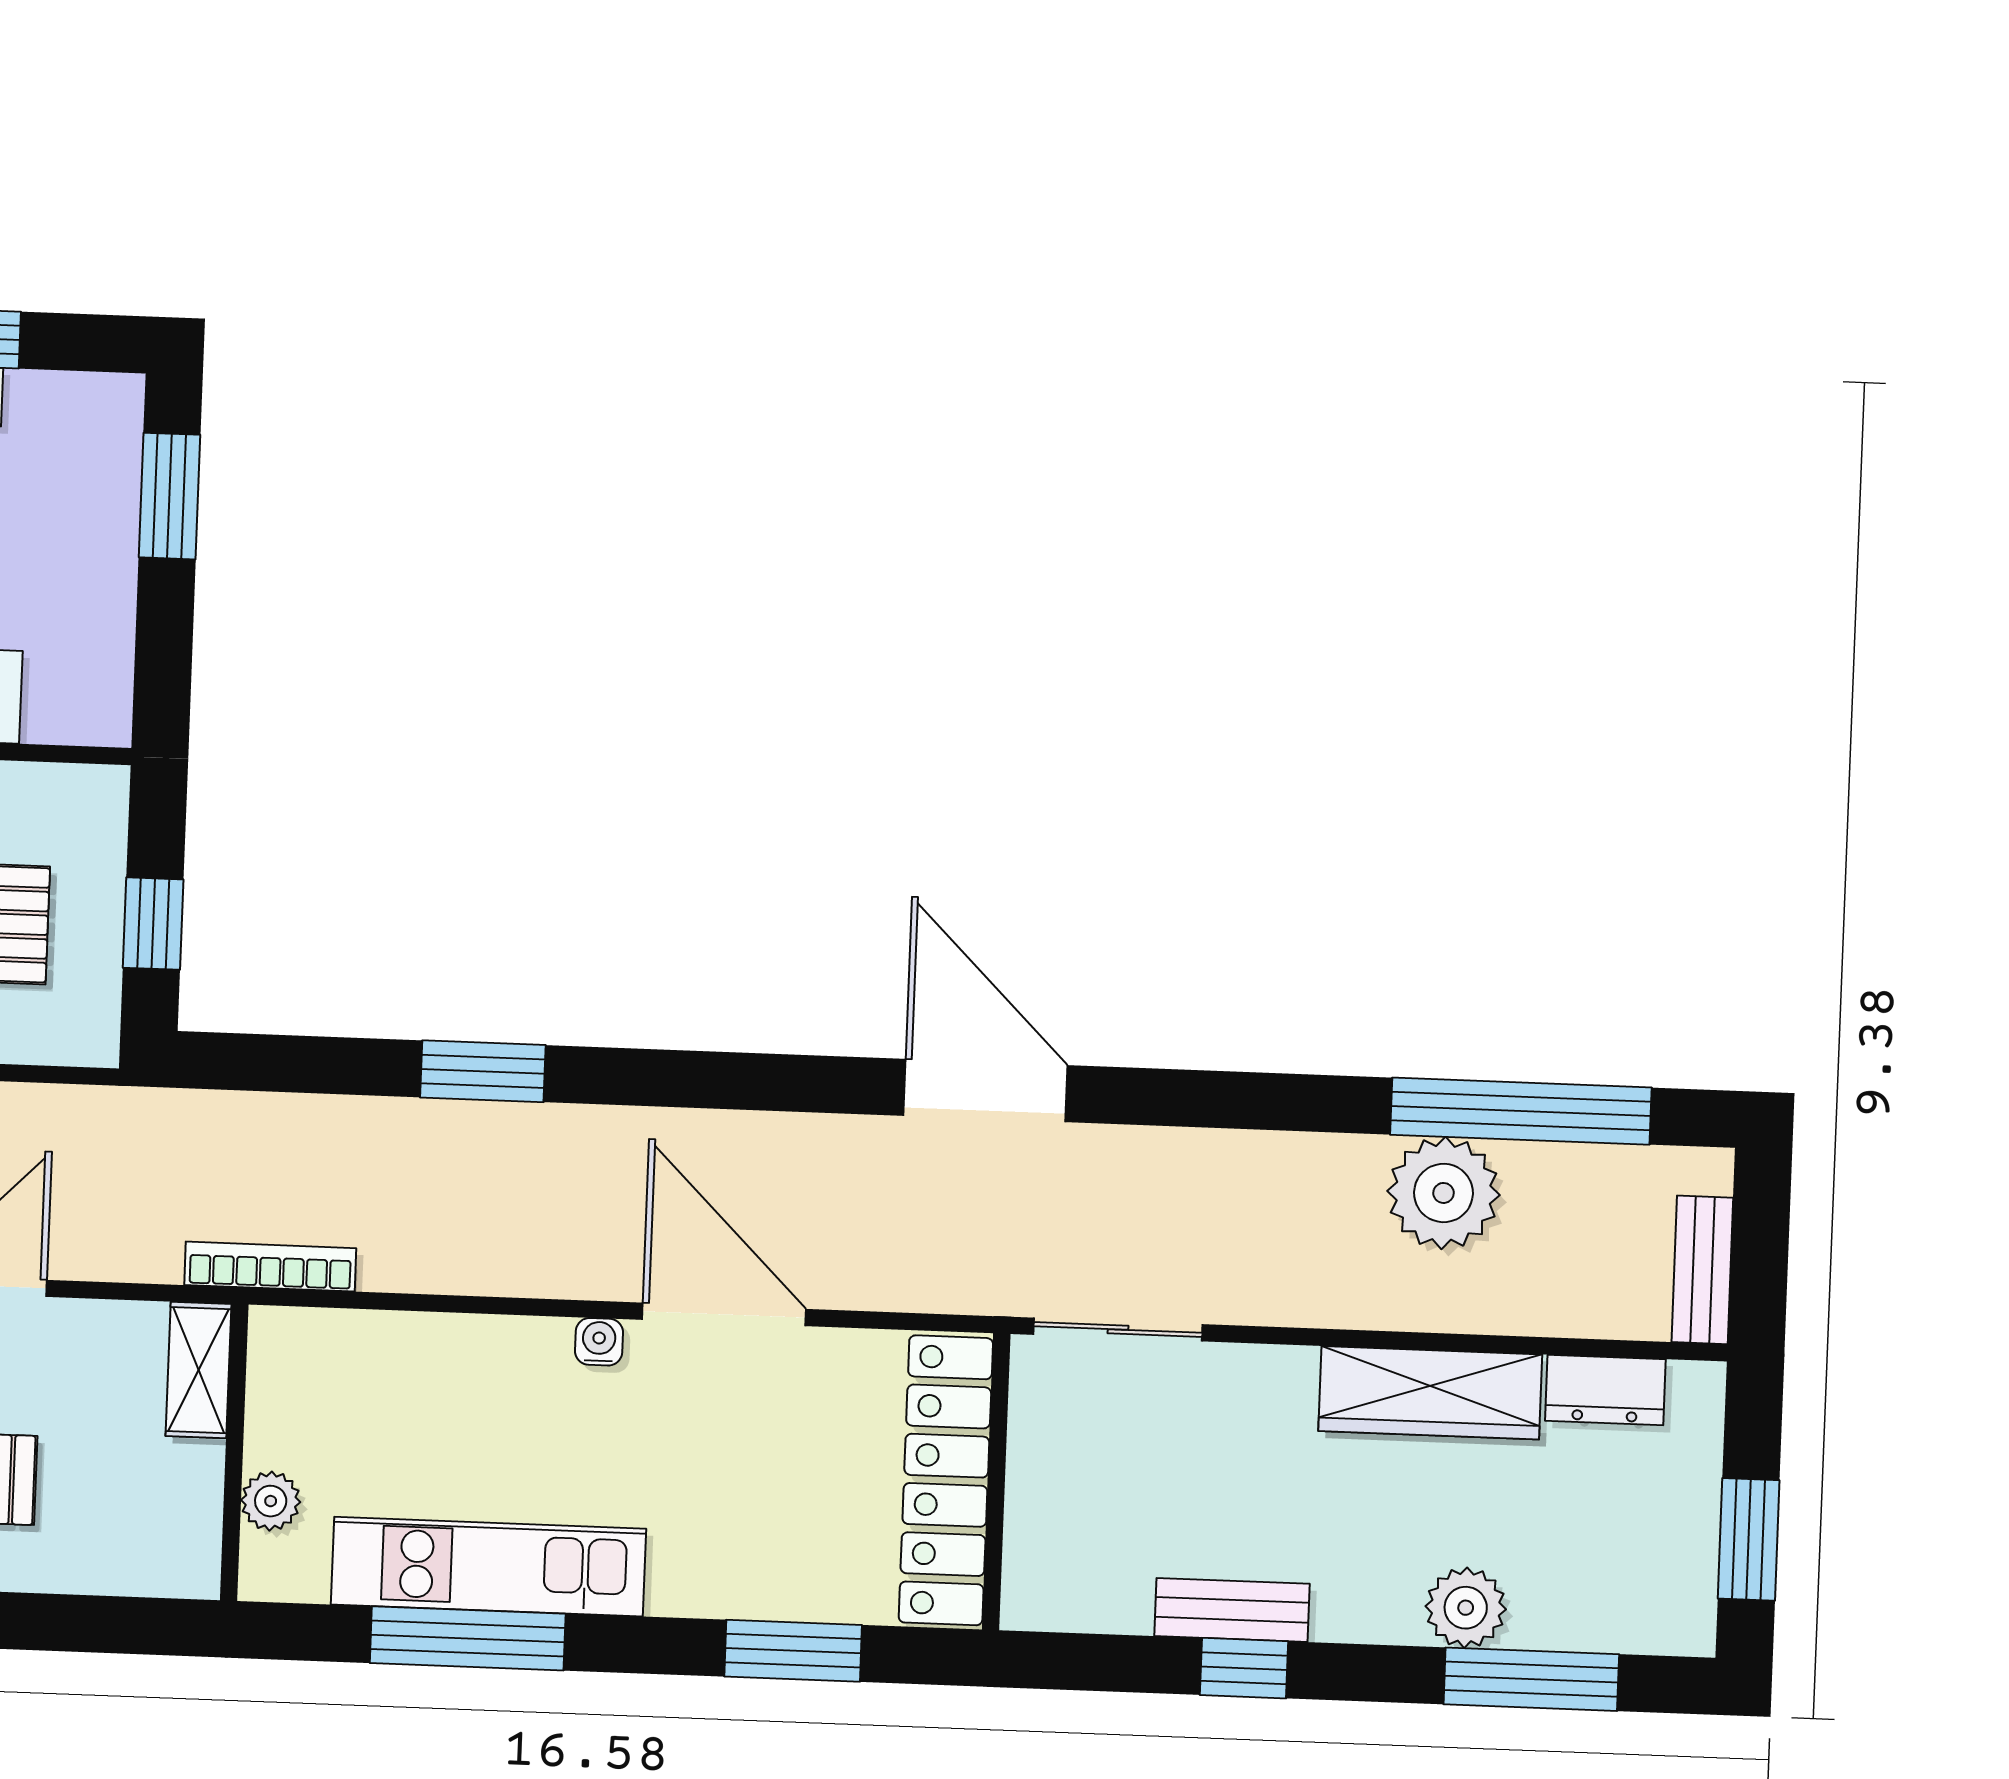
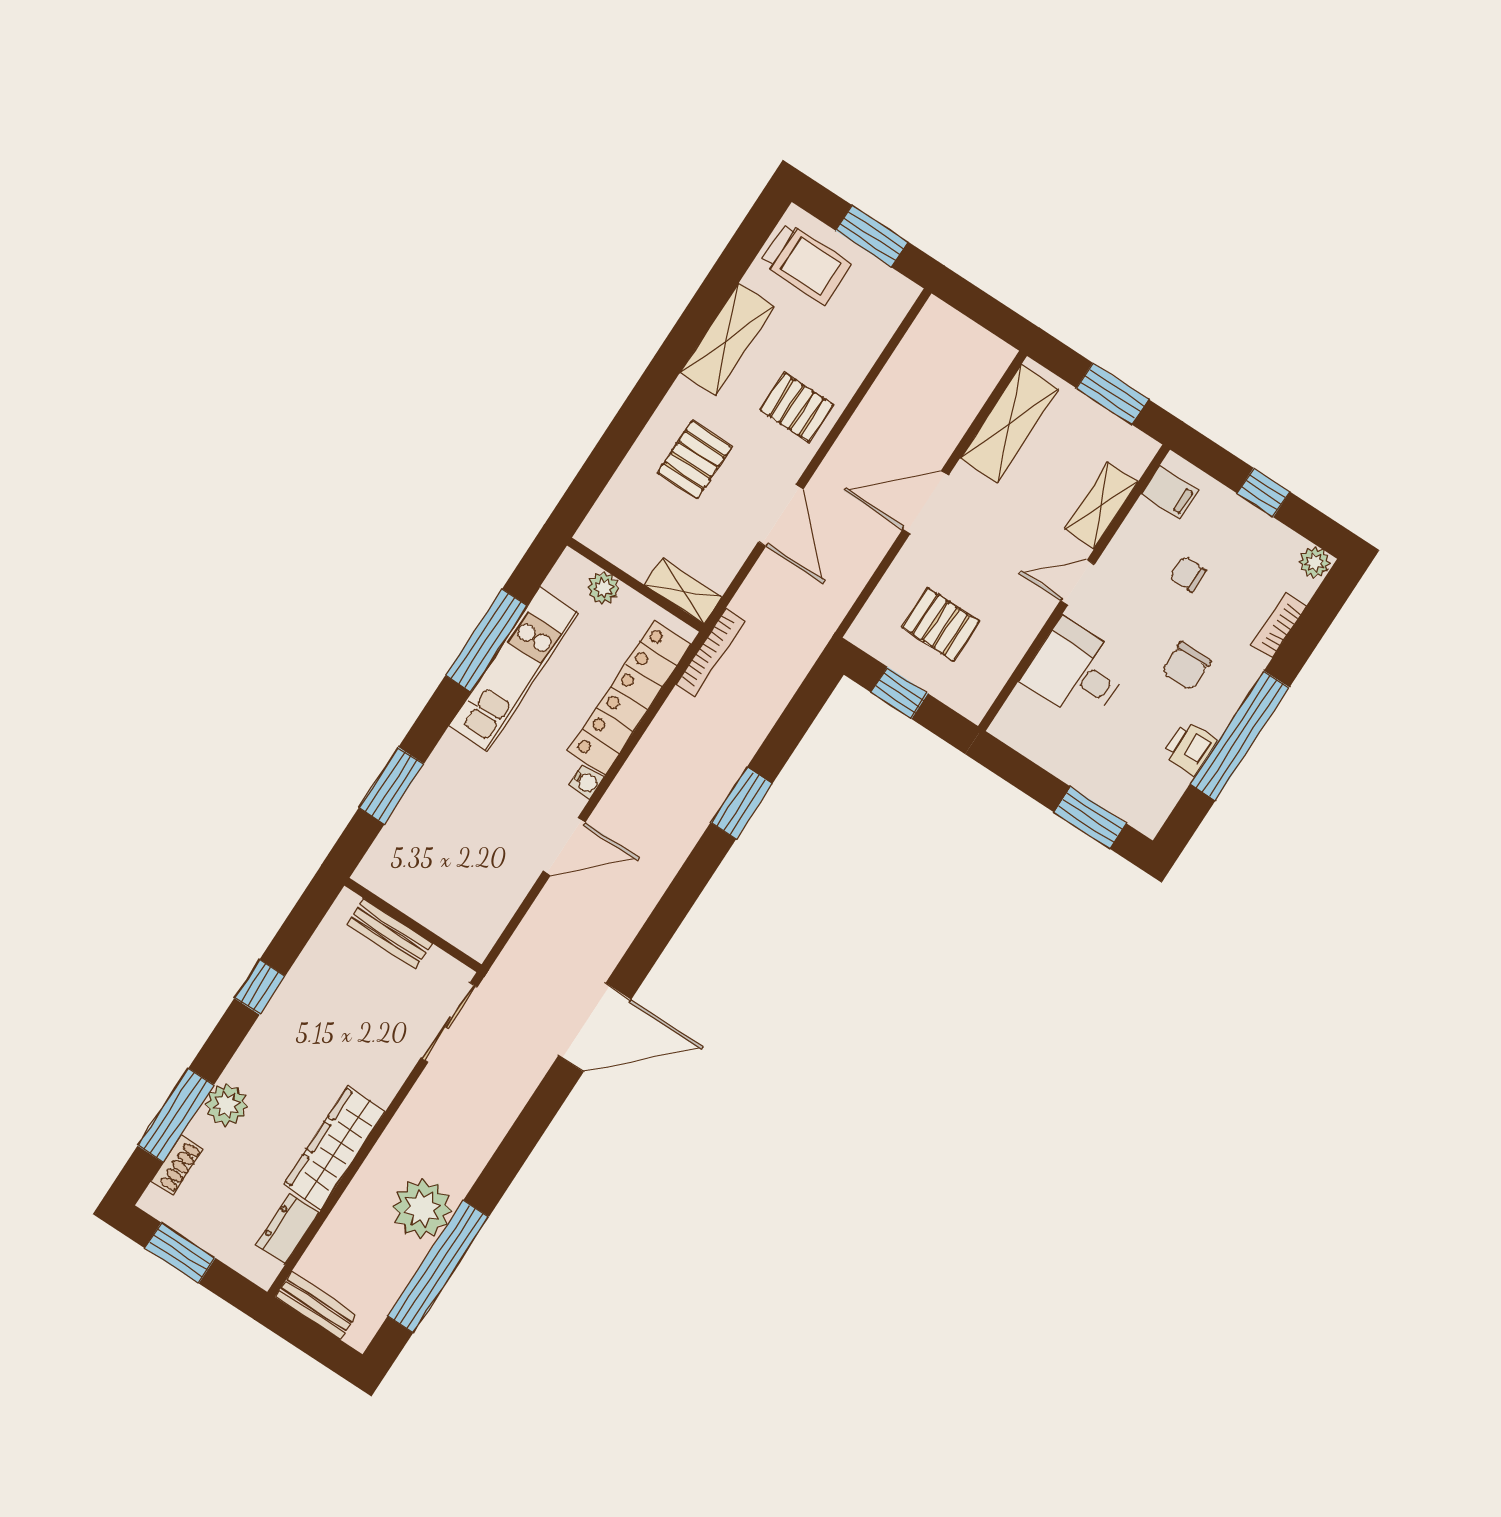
door: (724, 1314) -> (564, 847), width x0.73
locker: (946, 1480) -> (630, 698), moved, turned -90
bench: (1232, 1610) -> (390, 934), moved, turned 90
shoe rack: (1610, 1629) -> (177, 1165), added

